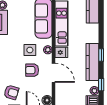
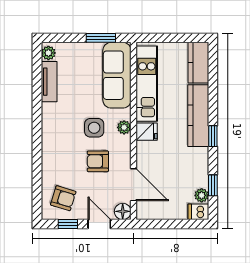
kitchen counter: (92, 62) -> (198, 116), moved
door: (54, 73) -> (134, 185), moved

